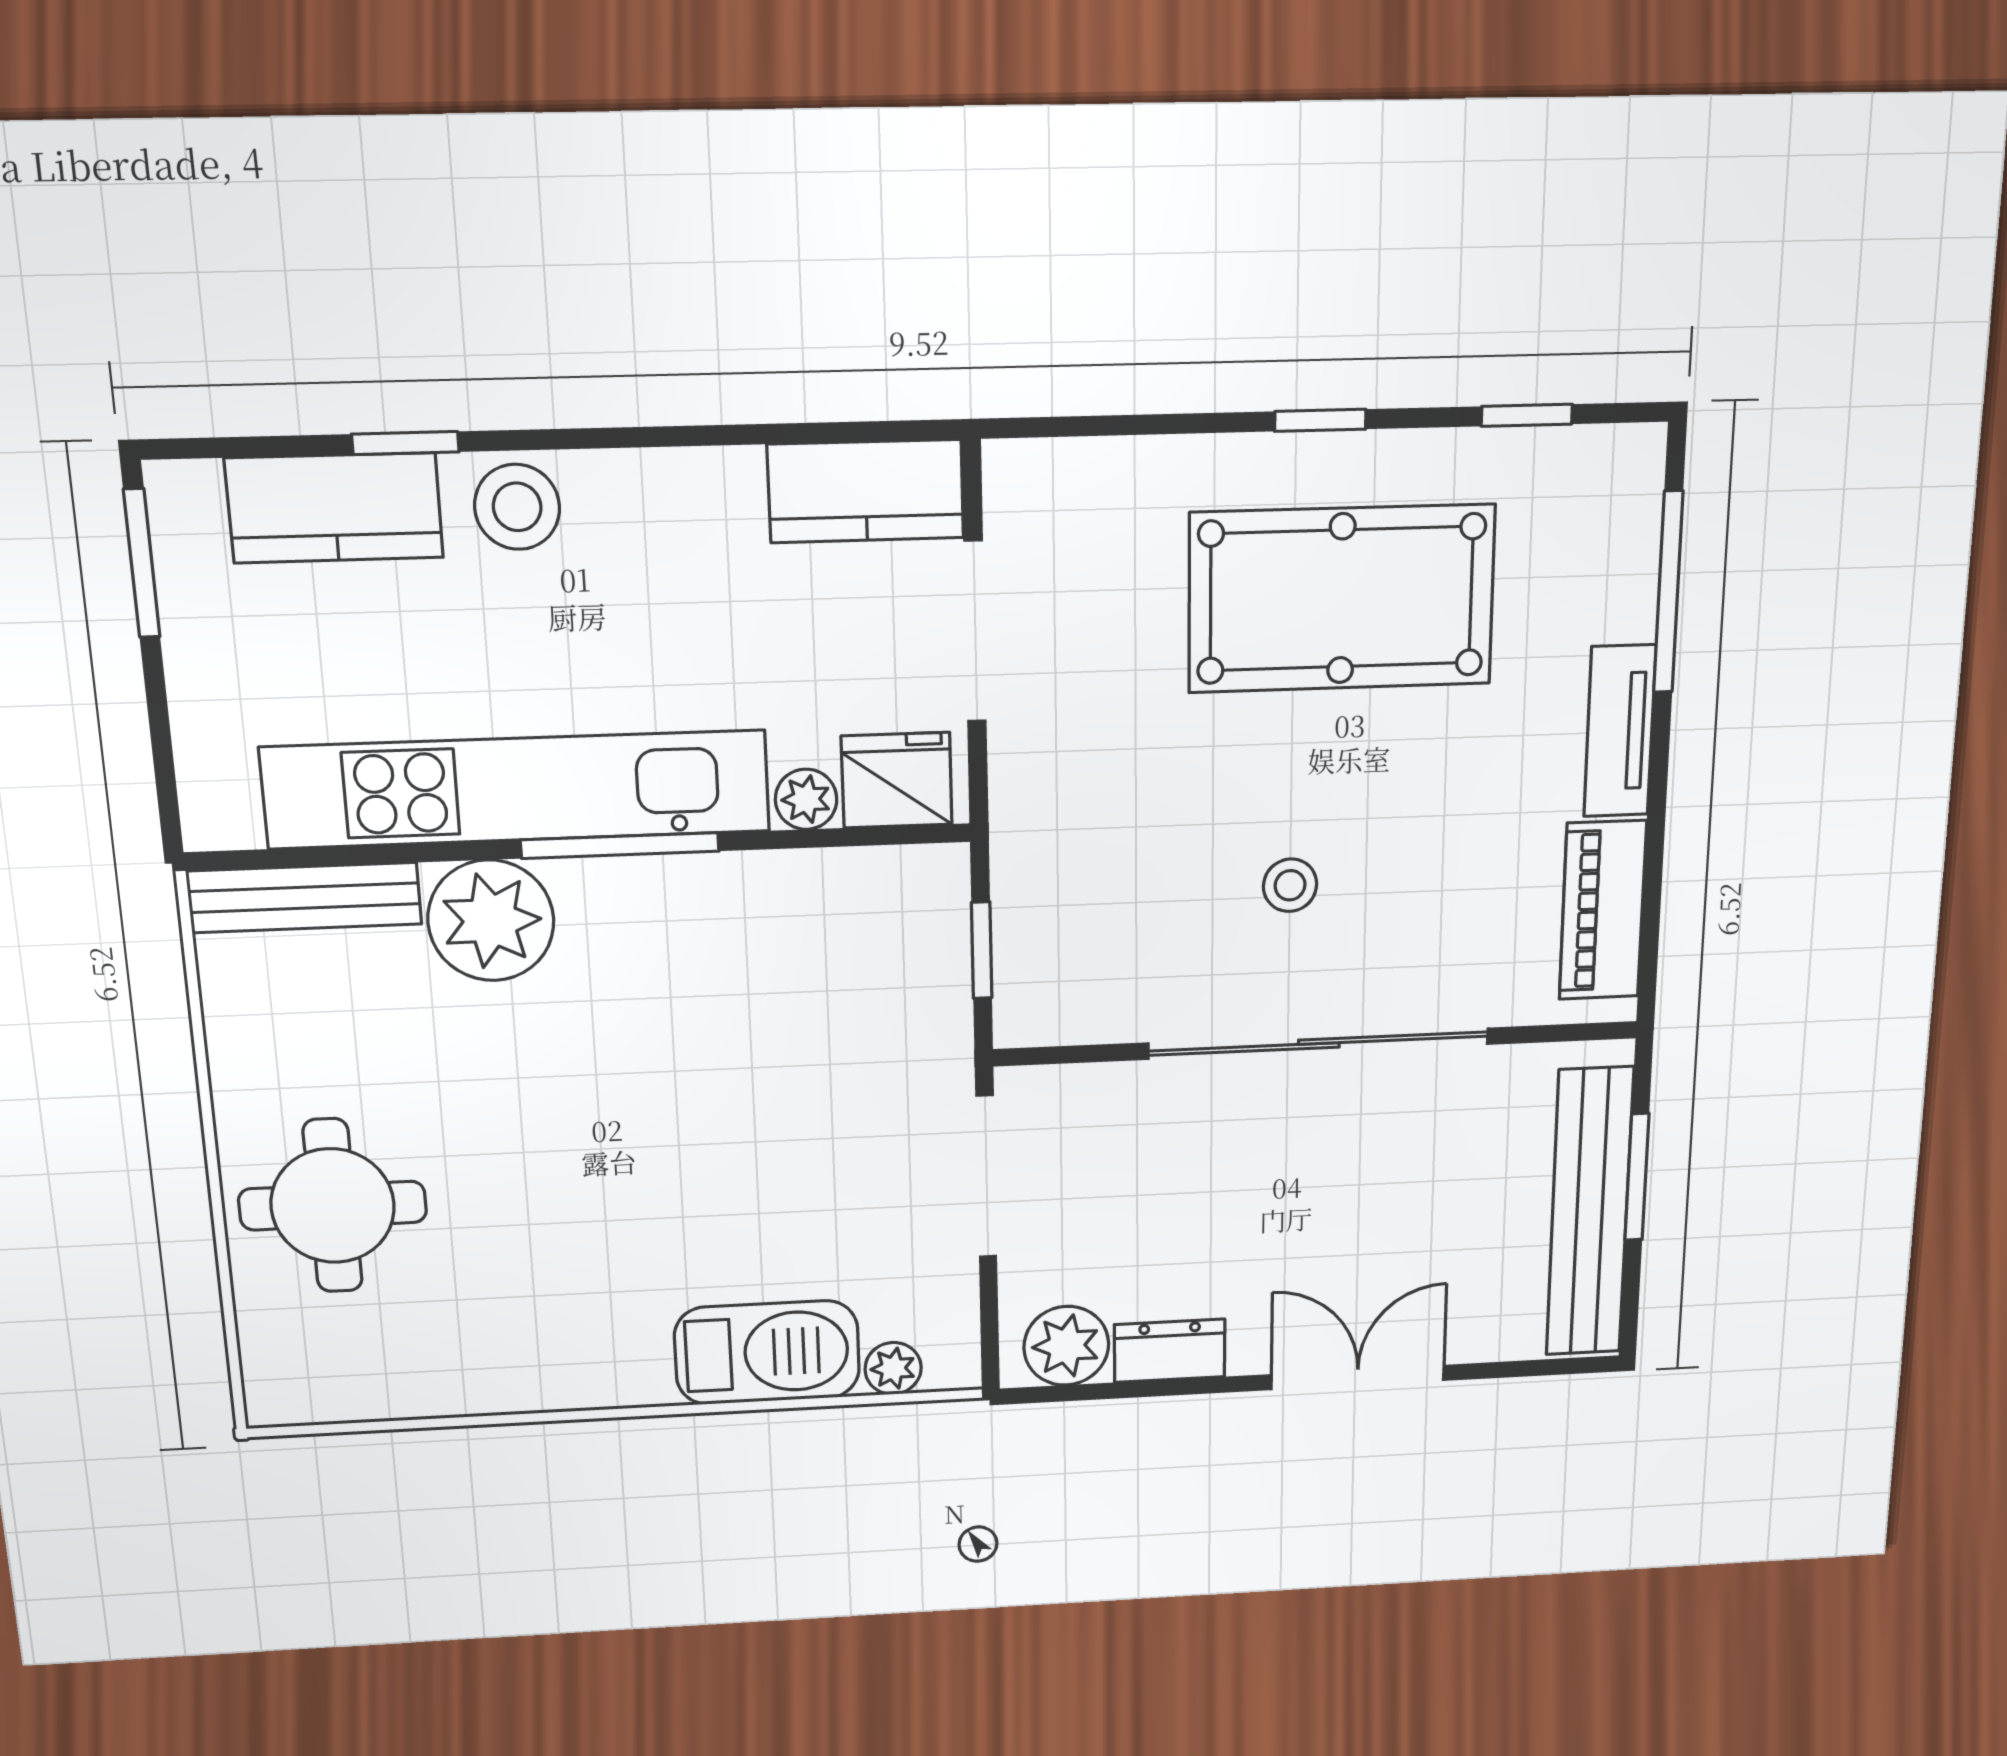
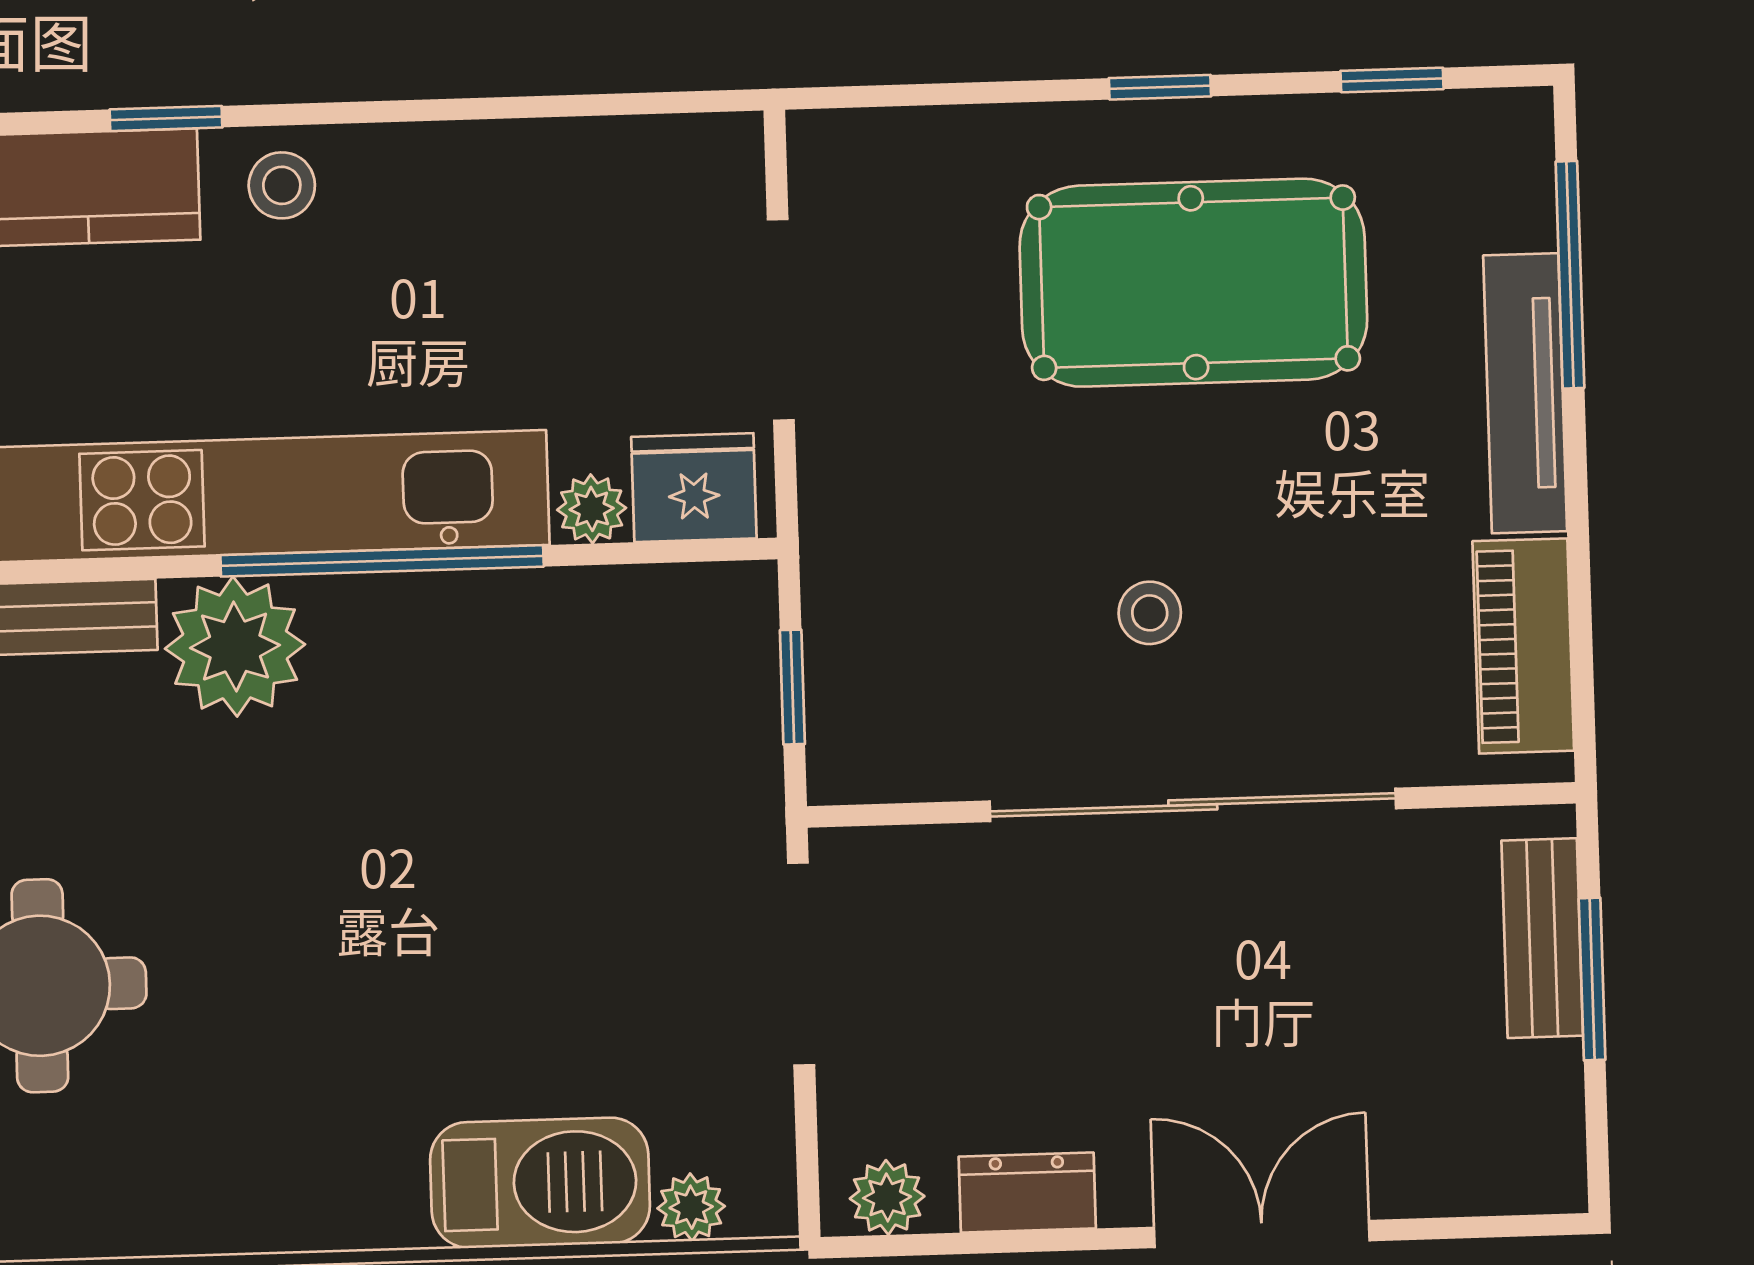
kitchen counter: (866, 491) -> (659, 167), removed
stool: (517, 507) -> (282, 185), width x0.73, depth x0.73
tv unit: (1620, 731) -> (1525, 393), width x1.41
window: (620, 846) -> (382, 561), width x1.46
bench: (1590, 1212) -> (1542, 938), width x0.54, depth x0.82
plant: (1066, 1346) -> (887, 1197), width x0.73, depth x0.73

